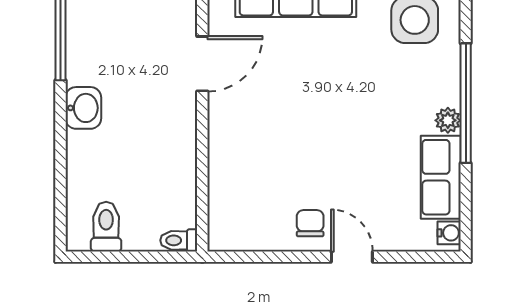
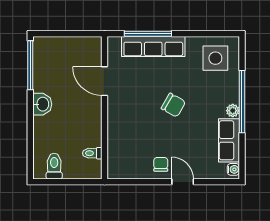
door: (202, 64) -> (104, 81), swing flipped
chair: (334, 110) -> (173, 105), added
toilet: (179, 240) -> (92, 153), moved

